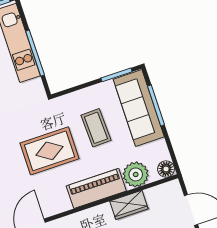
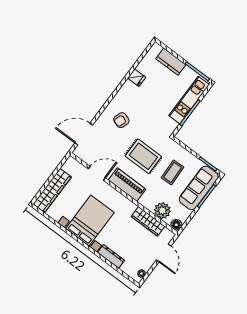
piano: (96, 188) -> (127, 185), moved
wardrobe: (129, 205) -> (148, 221), width x1.50

